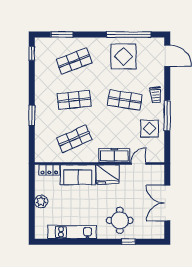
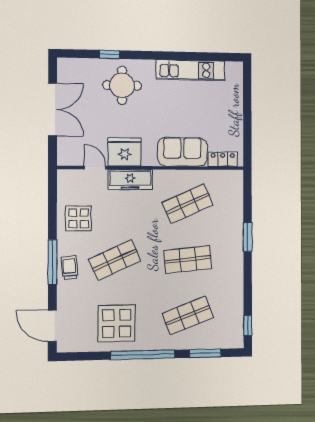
window: (129, 35) -> (143, 355), moved
shop shelf: (125, 100) -> (115, 260), turned -33
window: (167, 116) -> (52, 262), moved
door: (138, 164) -> (95, 168), swing flipped
fridge: (108, 174) -> (125, 152), moved
plant: (41, 201) -> (234, 114), removed

